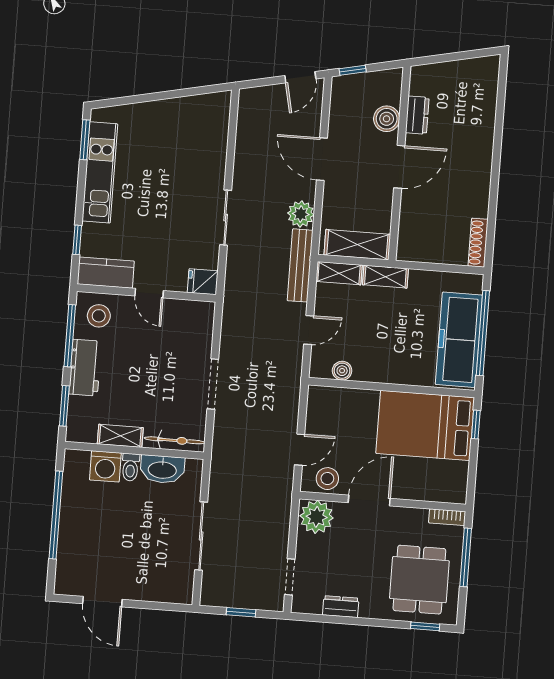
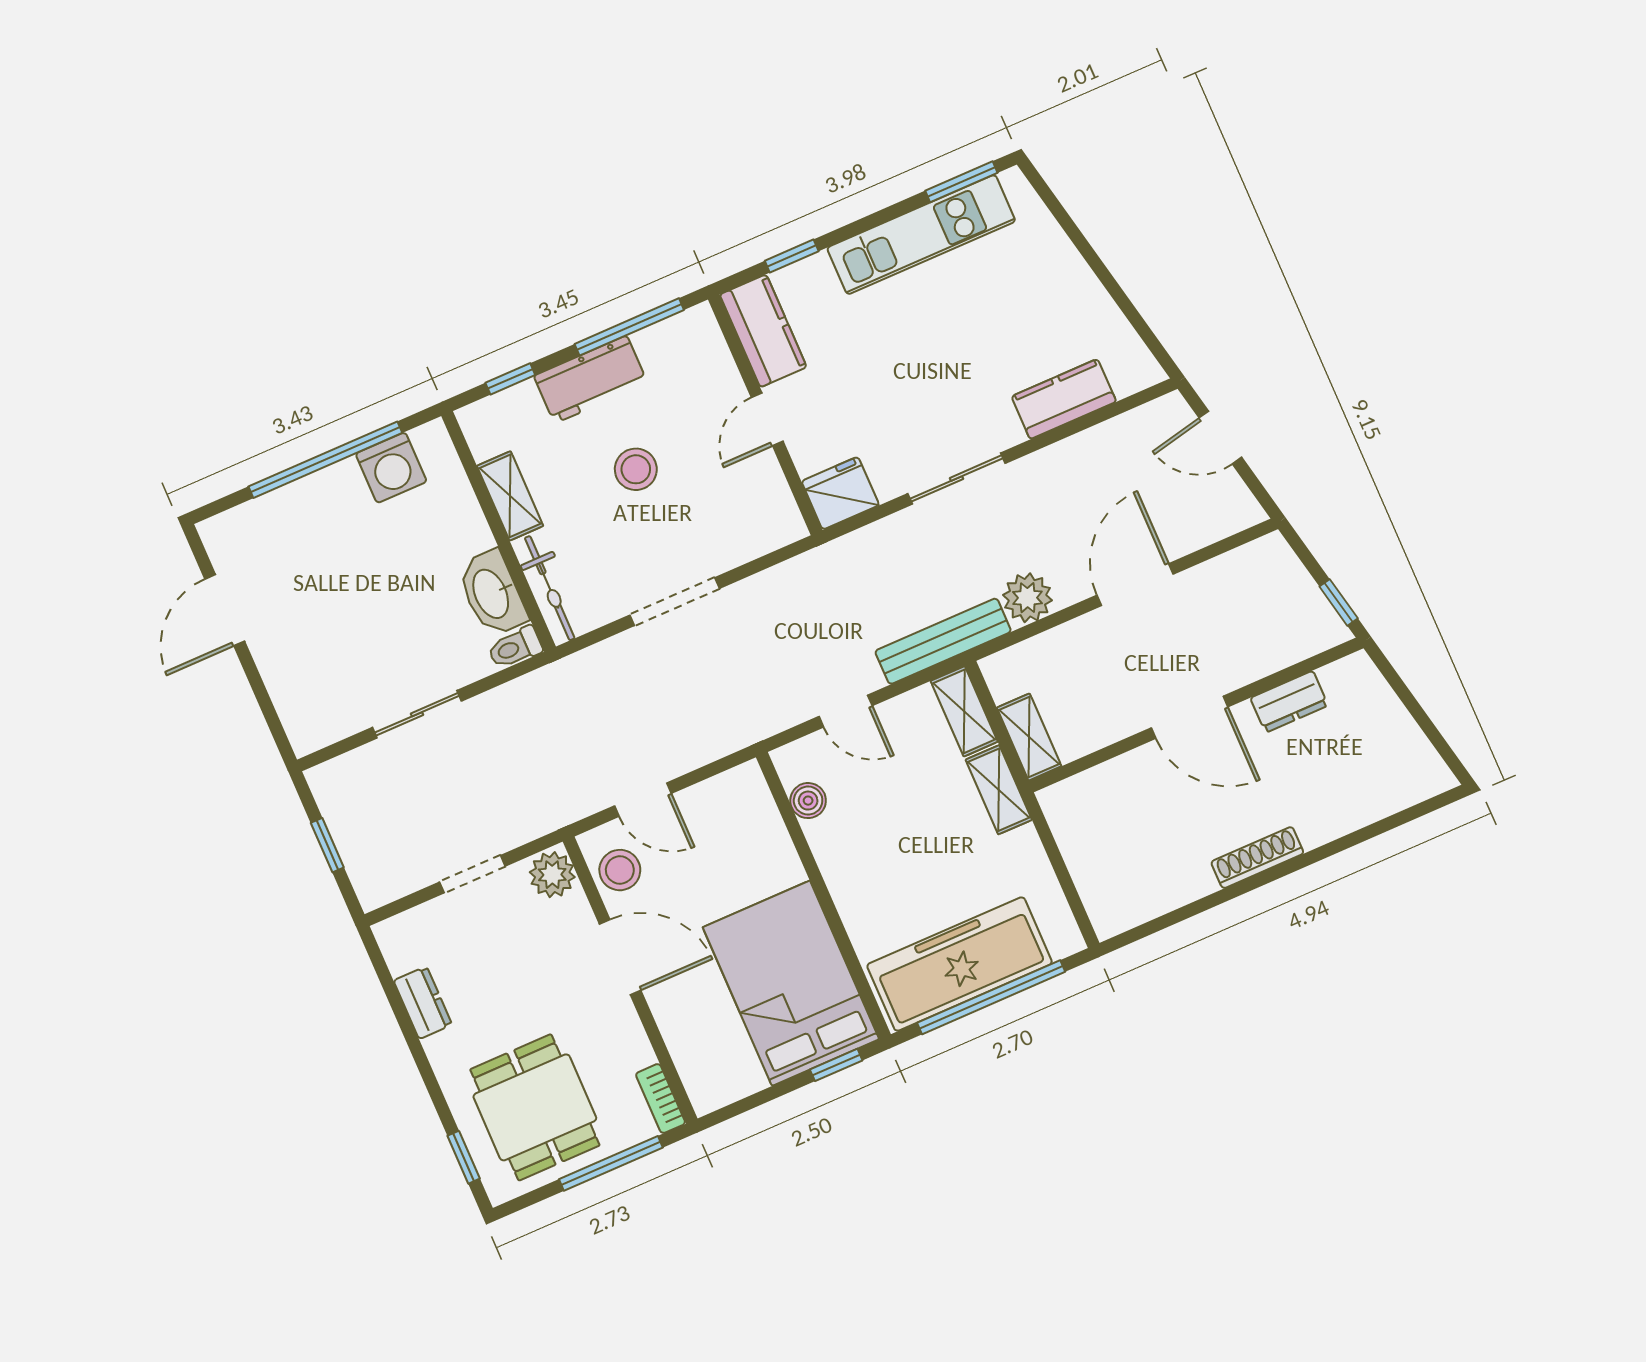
window: (353, 70) -> (1339, 602), moved
door: (300, 77) -> (1220, 438), moved
boiler: (387, 119) -> (1257, 655), removed
kitchen counter: (215, 146) -> (1064, 399), added
shoe rack: (478, 243) -> (1257, 858), moved
shelving: (357, 245) -> (1029, 737), width x0.67, depth x0.75
fridge: (203, 282) -> (840, 493), width x1.38
stool: (99, 316) -> (636, 469), moved
window: (64, 406) -> (510, 379), width x0.67
washing machine: (105, 466) -> (391, 468), moved, turned -90
toilet: (130, 467) -> (515, 648), moved
plant: (317, 517) -> (552, 875), width x0.73, depth x0.73
sliding door: (201, 536) -> (417, 714), width x0.73
doorway: (290, 577) -> (472, 874), moved
dining table: (419, 580) -> (535, 1107), turned 90

